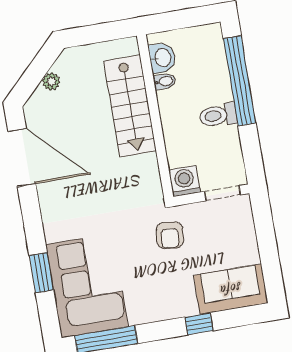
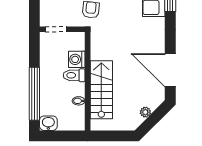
washbasin: (162, 58) -> (48, 123), moved, turned 90
toilet: (218, 115) -> (74, 75), moved, turned 180
washing machine: (185, 181) -> (77, 59), moved, turned 90

